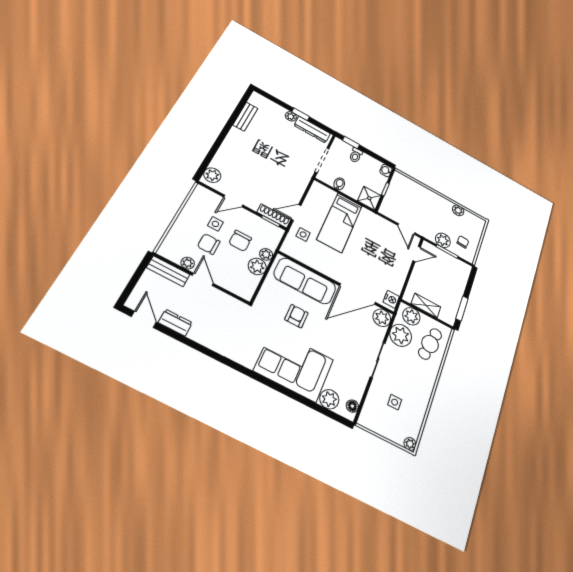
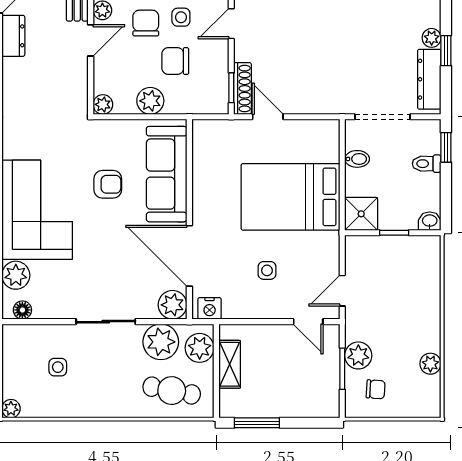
door: (233, 201) -> (231, 24), hinge flipped
bed: (340, 222) -> (290, 197), width x1.50
side table: (303, 234) -> (267, 270), moved
plant: (266, 254) -> (103, 104), moved

